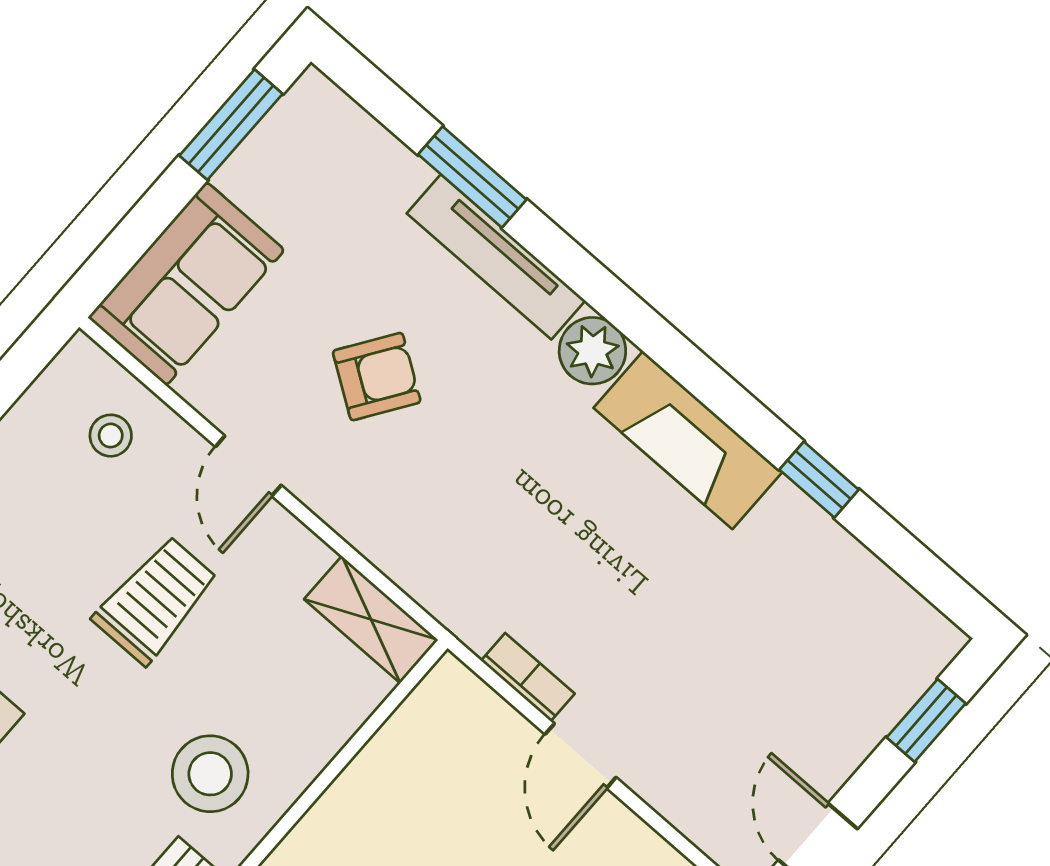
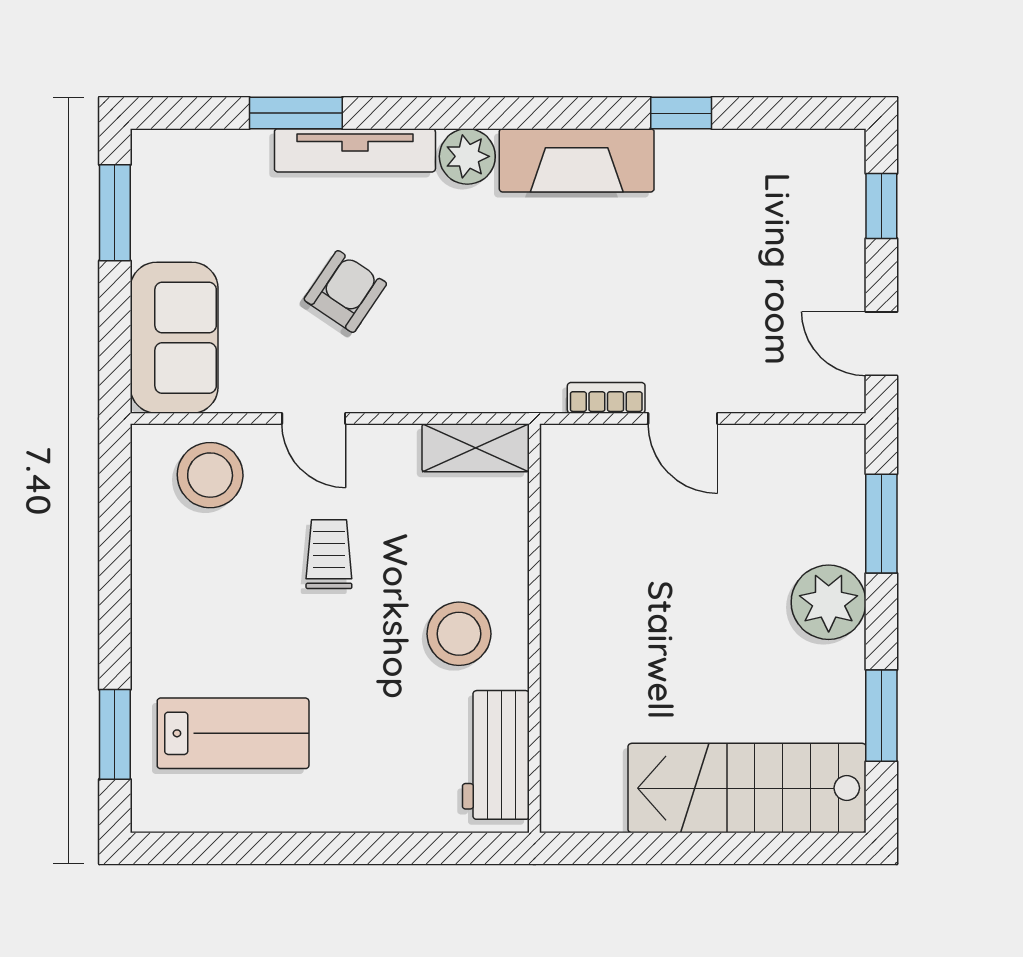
stool: (111, 436) -> (210, 475), width x1.89, depth x1.89
trolley: (156, 600) -> (329, 554), width x0.73, depth x0.72

